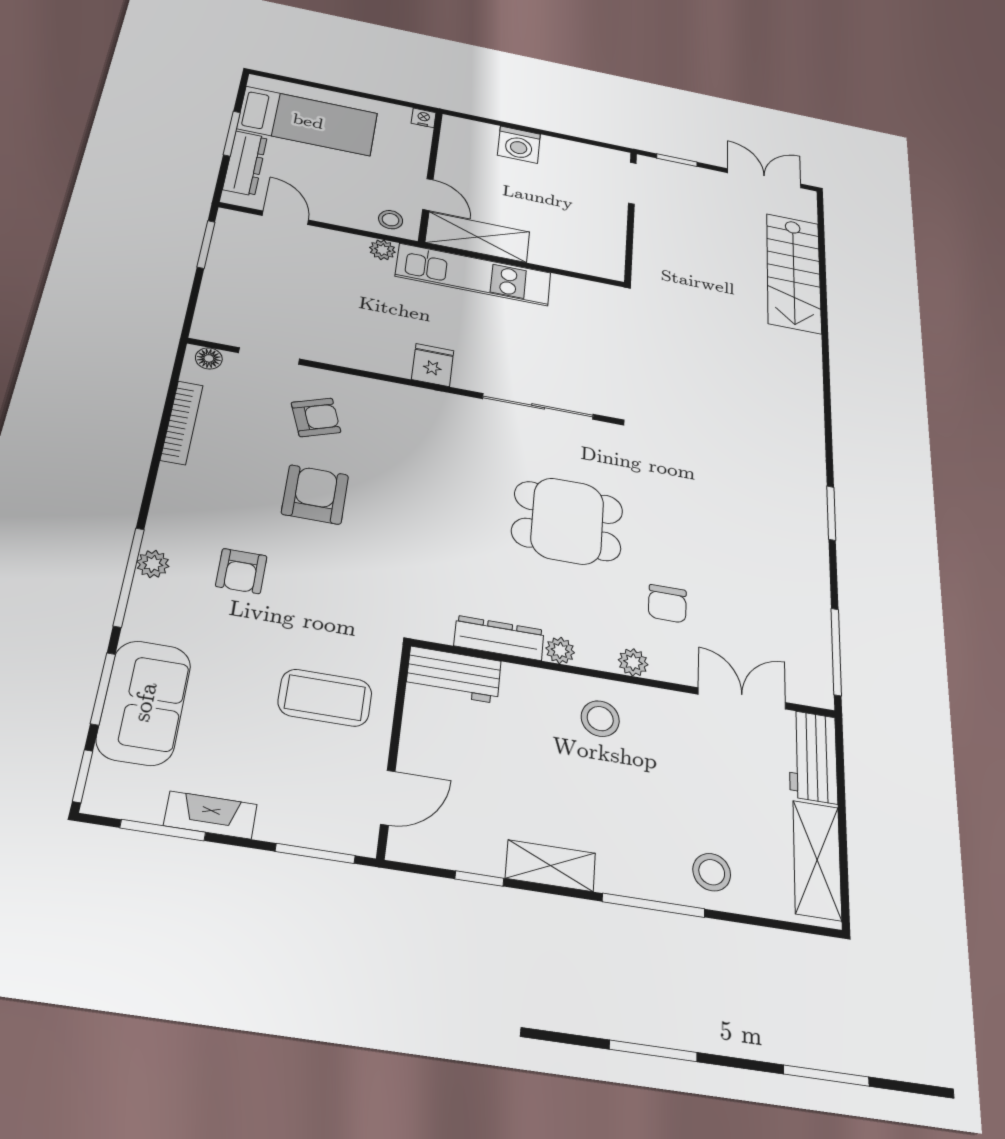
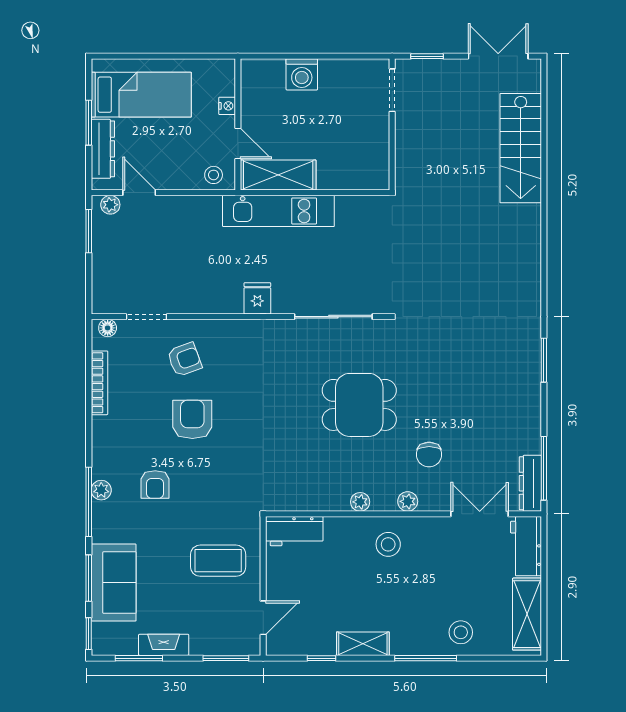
nightstand: (424, 118) -> (227, 106), moved, turned 90
plant: (382, 250) -> (110, 205), moved
dresser: (499, 638) -> (530, 483), moved, turned -90

